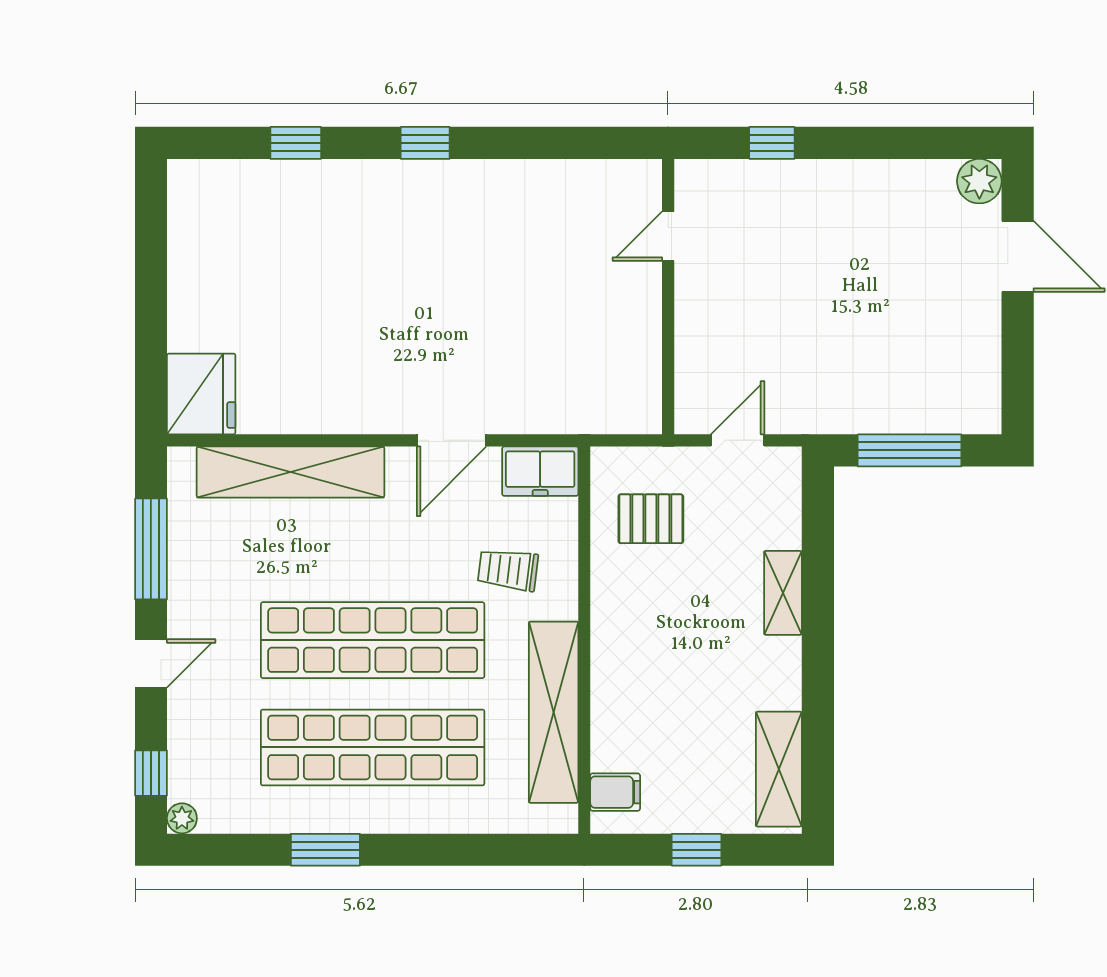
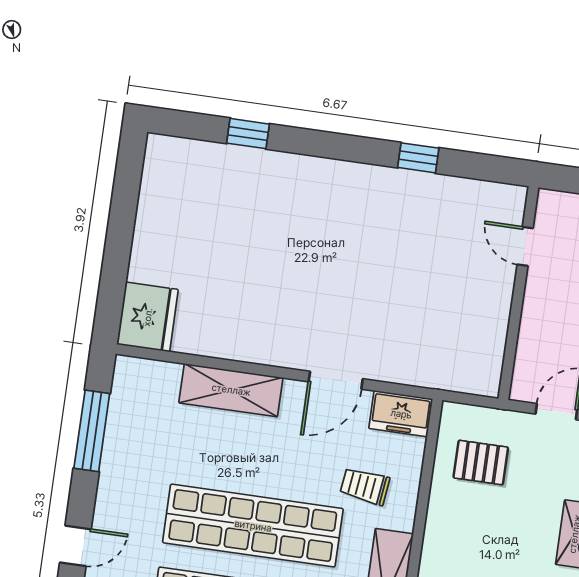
window: (425, 143) -> (418, 158), moved
door: (668, 236) -> (525, 246), hinge flipped
shelving: (290, 472) -> (231, 390), width x0.68
door: (151, 663) -> (75, 546), moved

